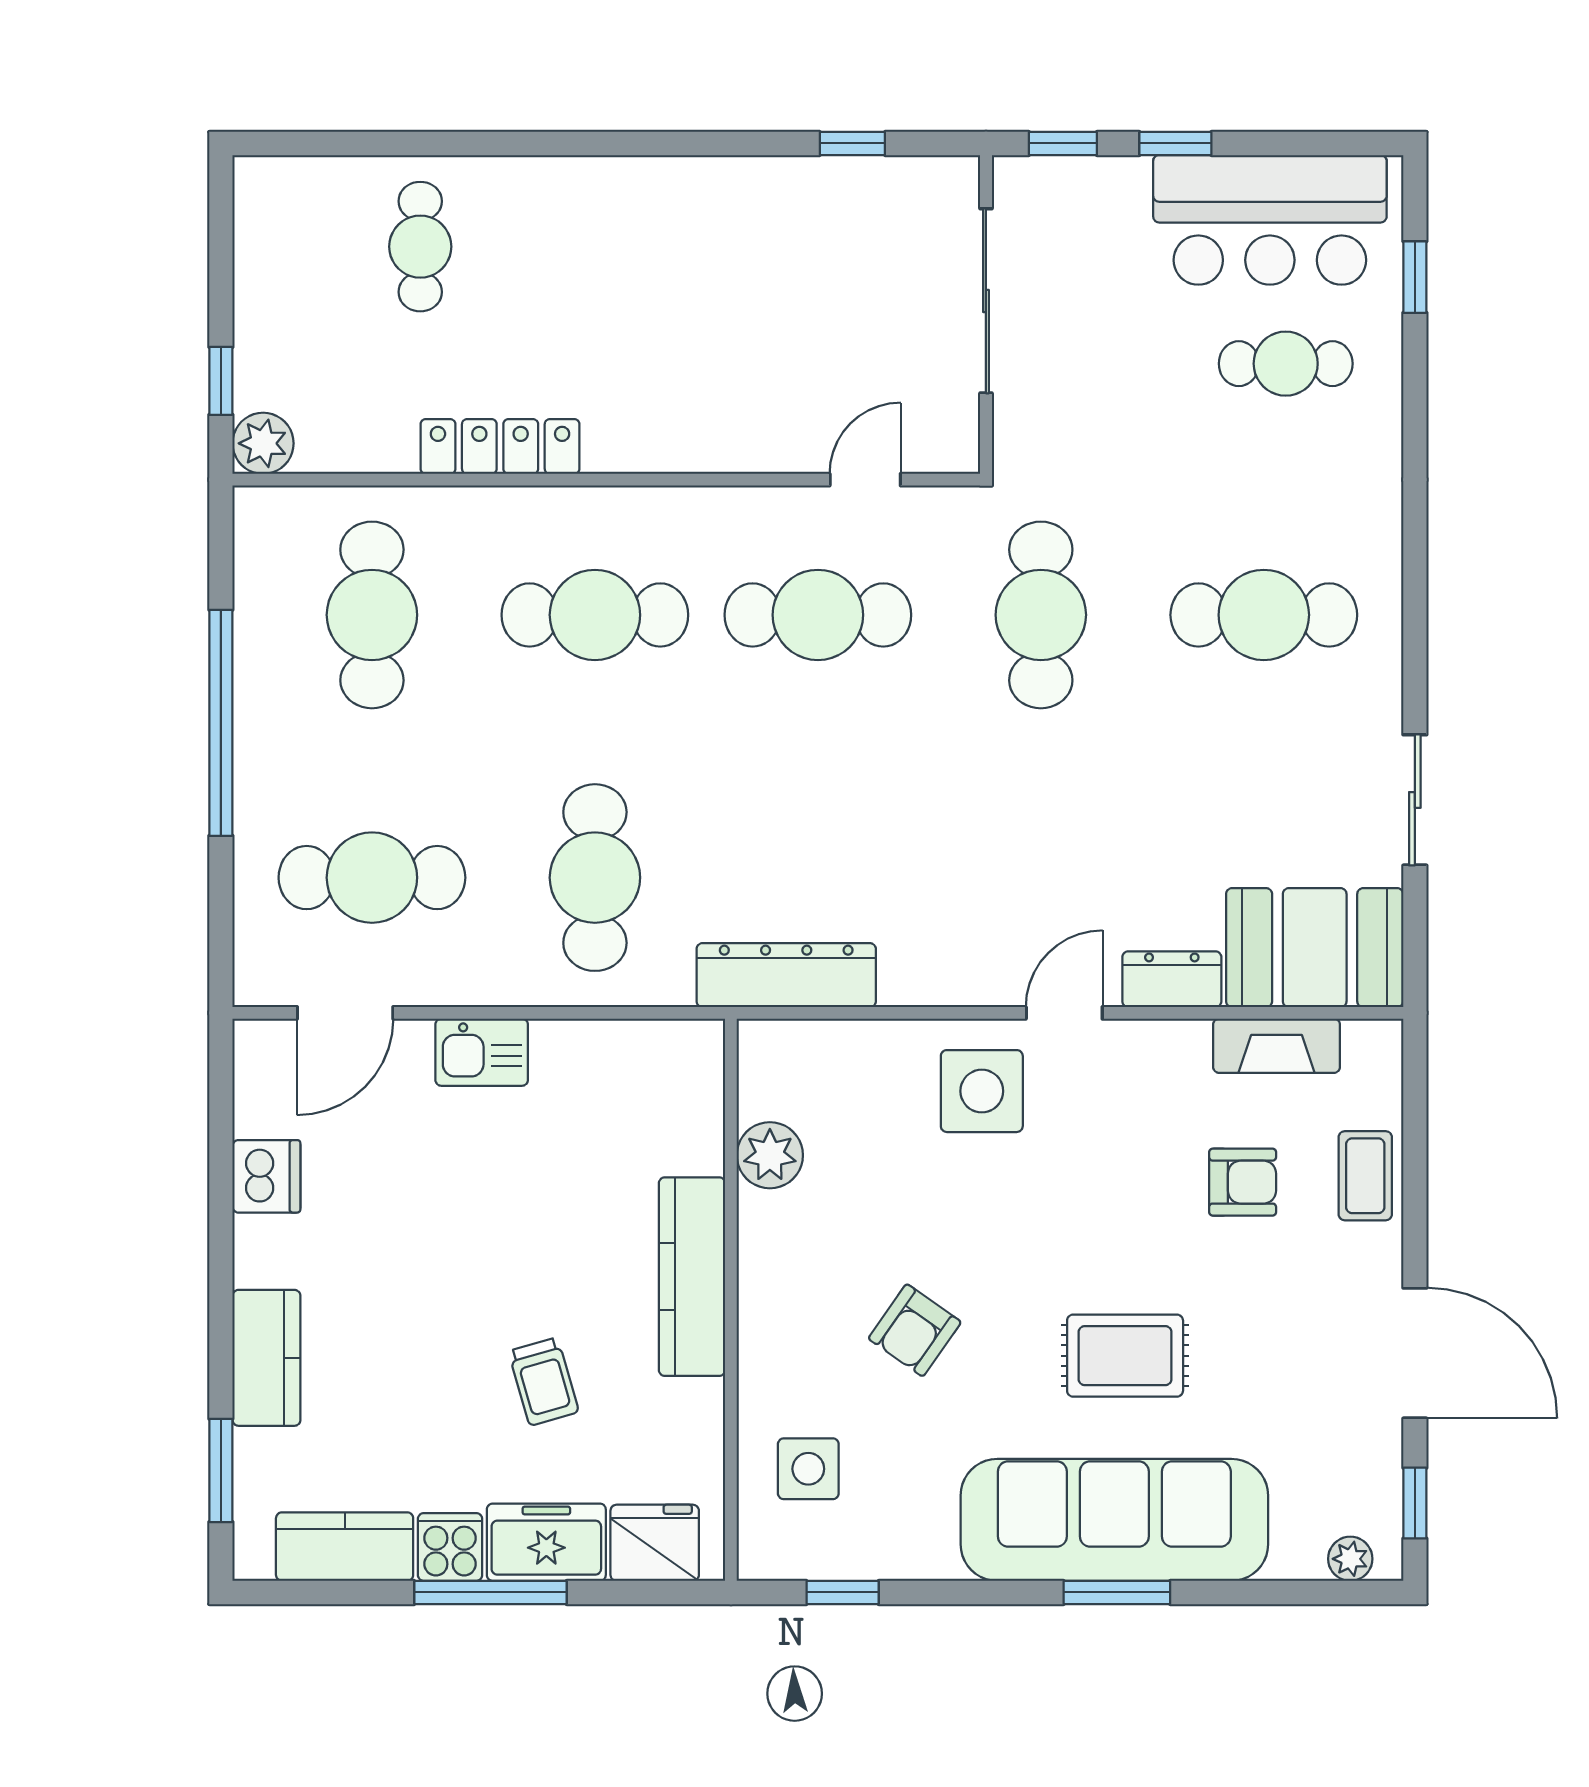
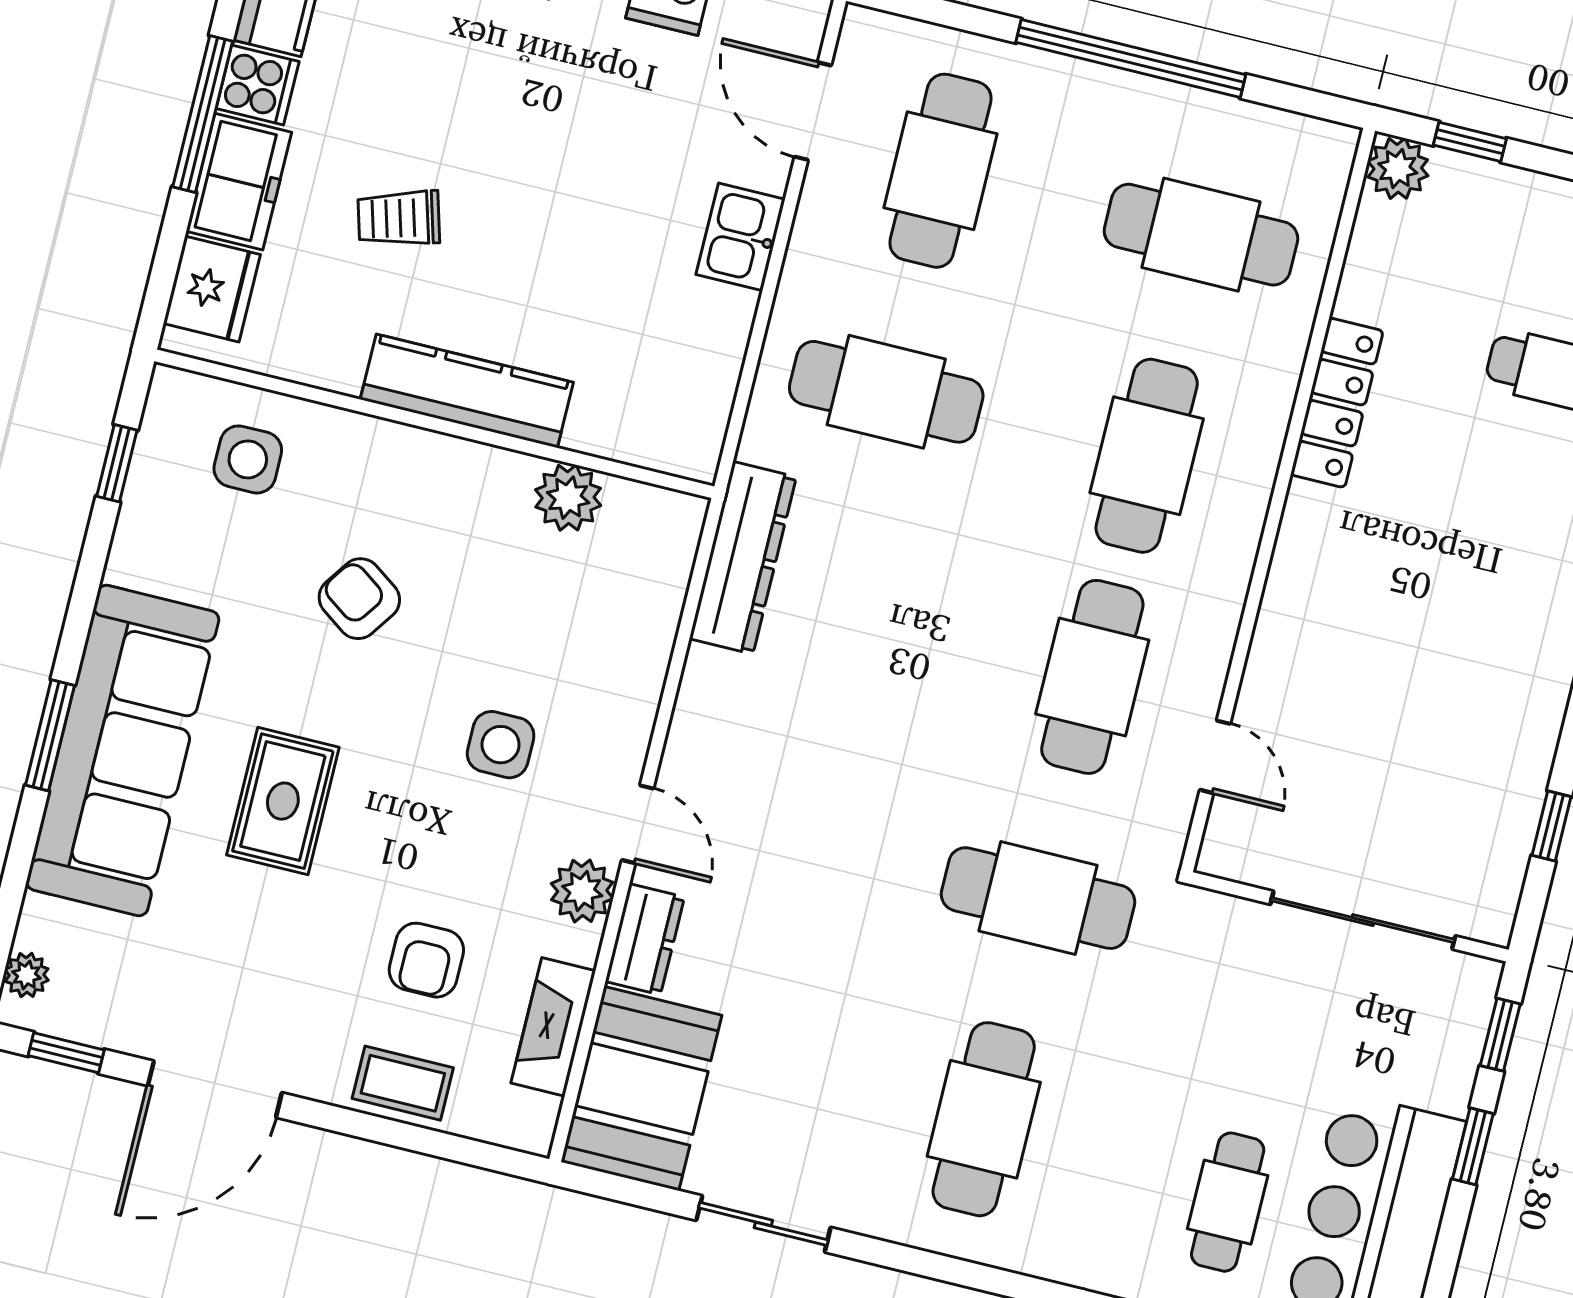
plant: (1141, 1050) -> (582, 891), added
side table: (982, 1091) -> (501, 745), moved, width x0.73, depth x0.73

